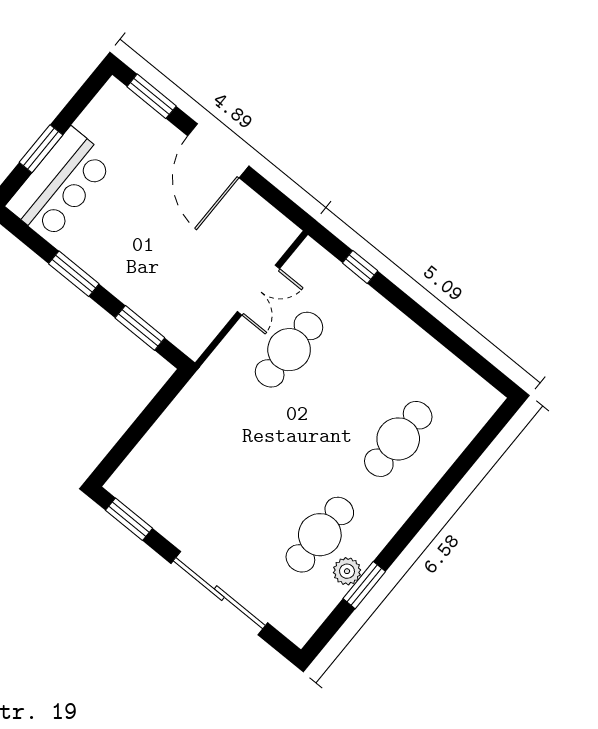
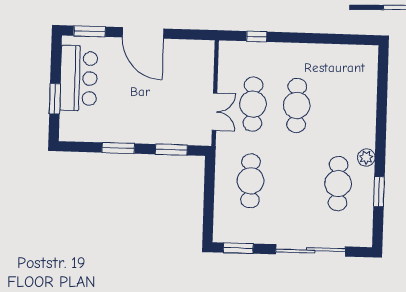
bar counter: (60, 184) -> (79, 78), moved
double door: (258, 290) -> (215, 112), moved
cafe table: (398, 439) -> (297, 105), moved
cafe table: (211, 445) -> (251, 181), added
plant: (347, 571) -> (366, 158), moved

